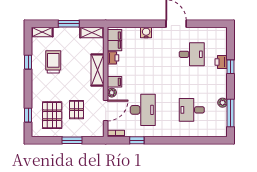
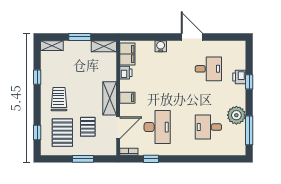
trolley: (53, 62) -> (59, 99), moved
shelving: (97, 70) -> (110, 98), moved
plant: (112, 93) -> (125, 109), removed
plant: (223, 103) -> (236, 115), width x1.88, depth x1.88

